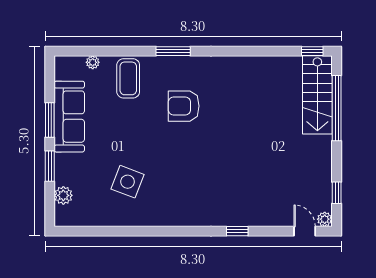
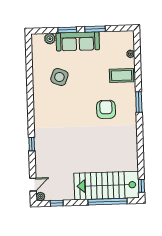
stairs: (317, 95) -> (107, 185), width x1.36, depth x1.51
sofa: (69, 117) -> (78, 41), moved

